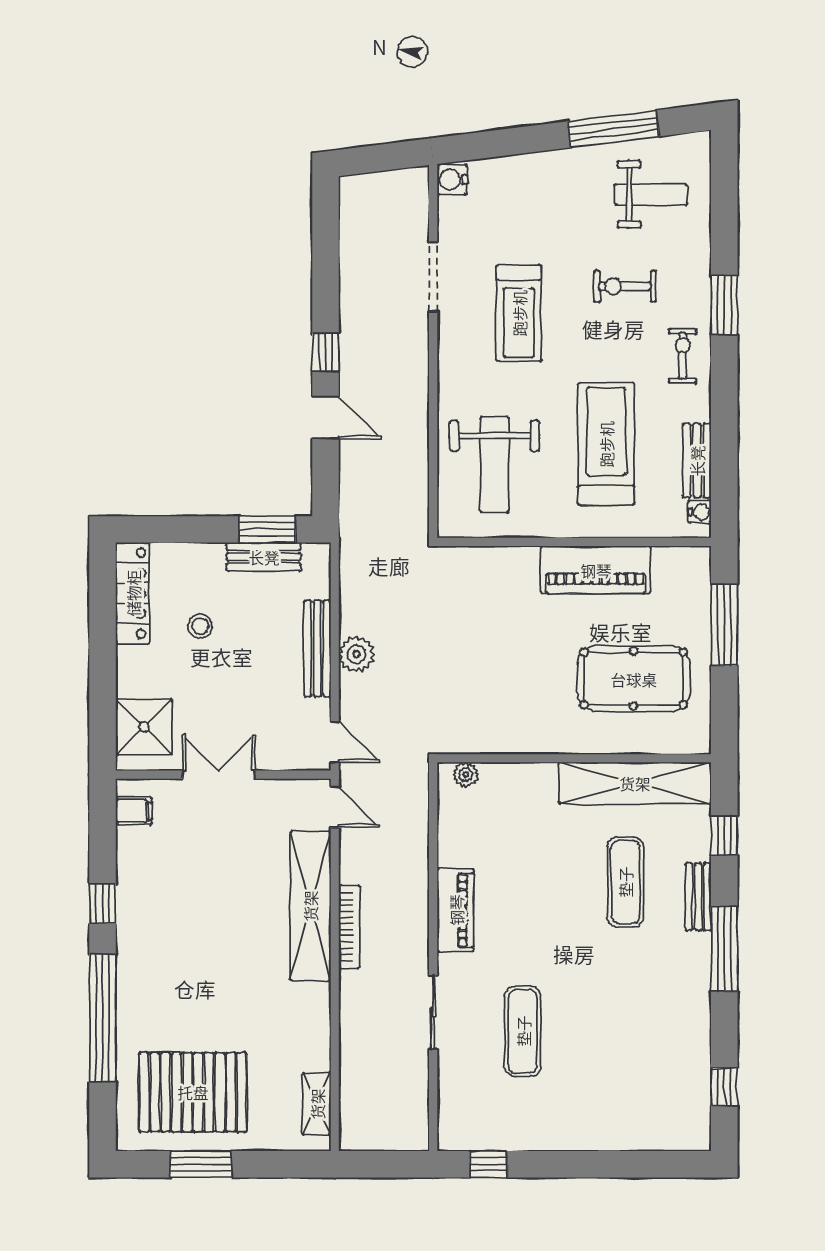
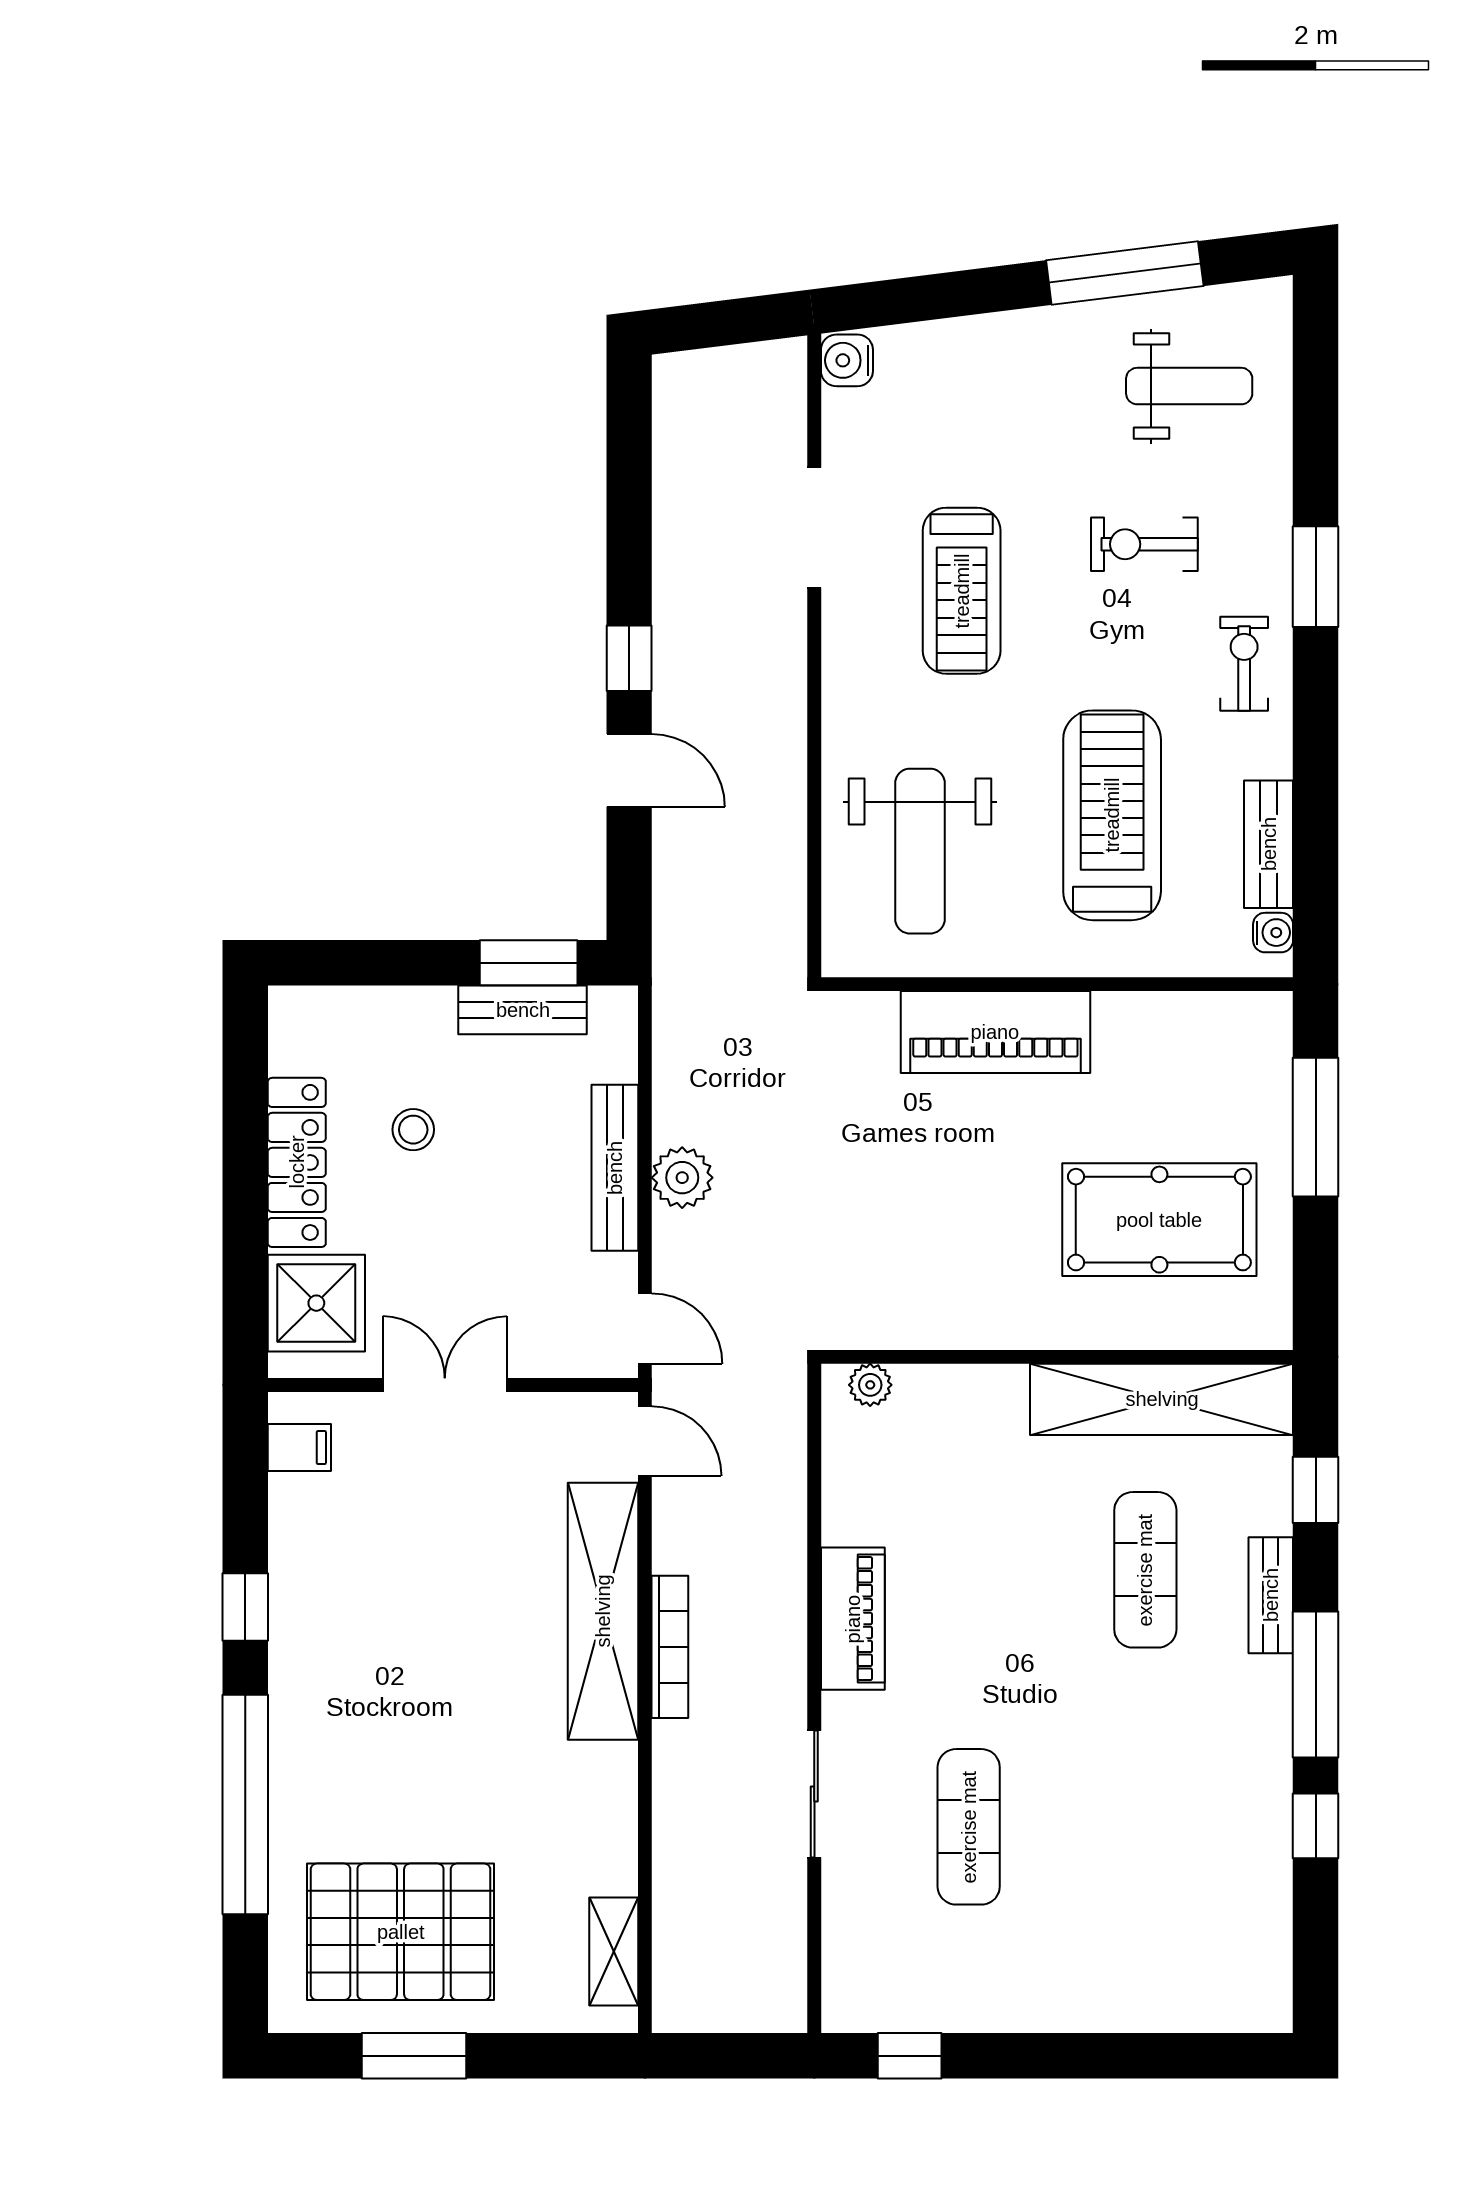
piano: (596, 570) -> (995, 1032), moved
locker: (133, 593) -> (297, 1162), moved
window: (724, 1087) -> (1316, 1826), moved

